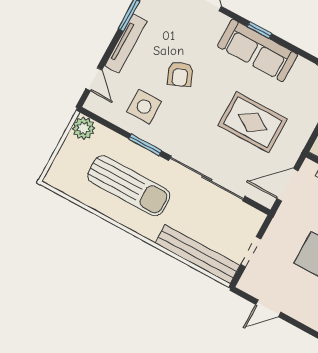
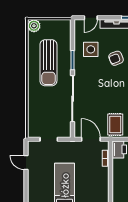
rug: (253, 122) -> (115, 125), moved, width x0.73, depth x0.70
plant: (84, 128) -> (34, 26), moved
bench: (198, 254) -> (33, 114), removed

